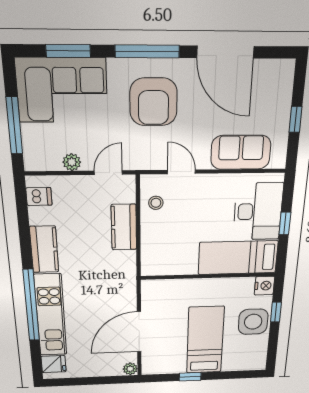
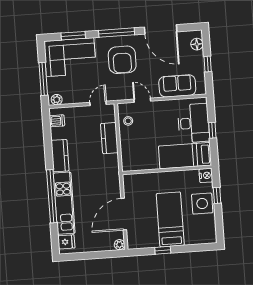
floor lamp: (283, 84) -> (197, 44), added
plant: (72, 162) -> (57, 100), moved

